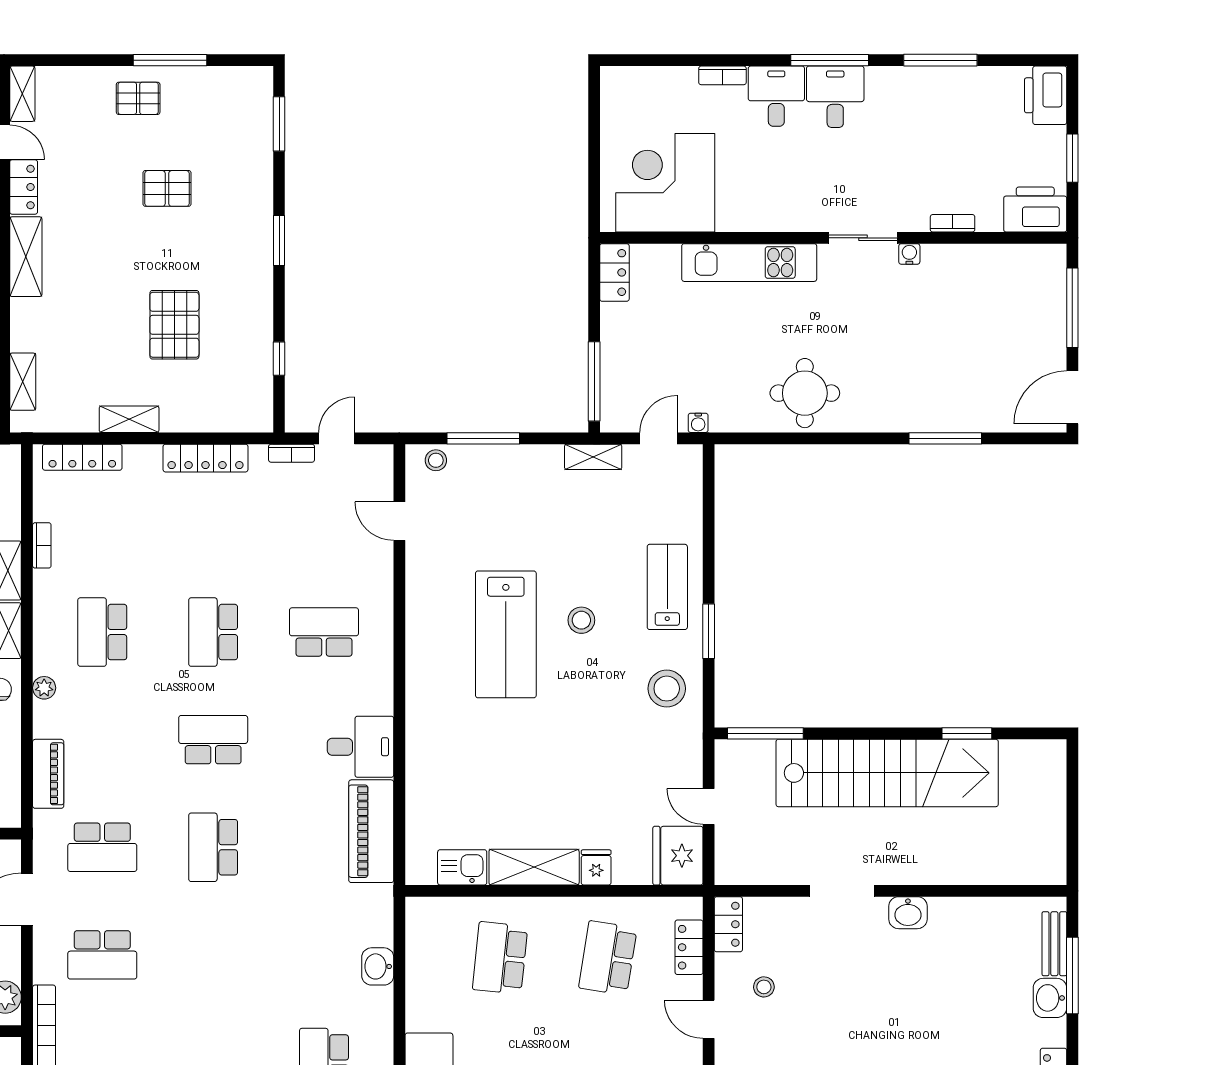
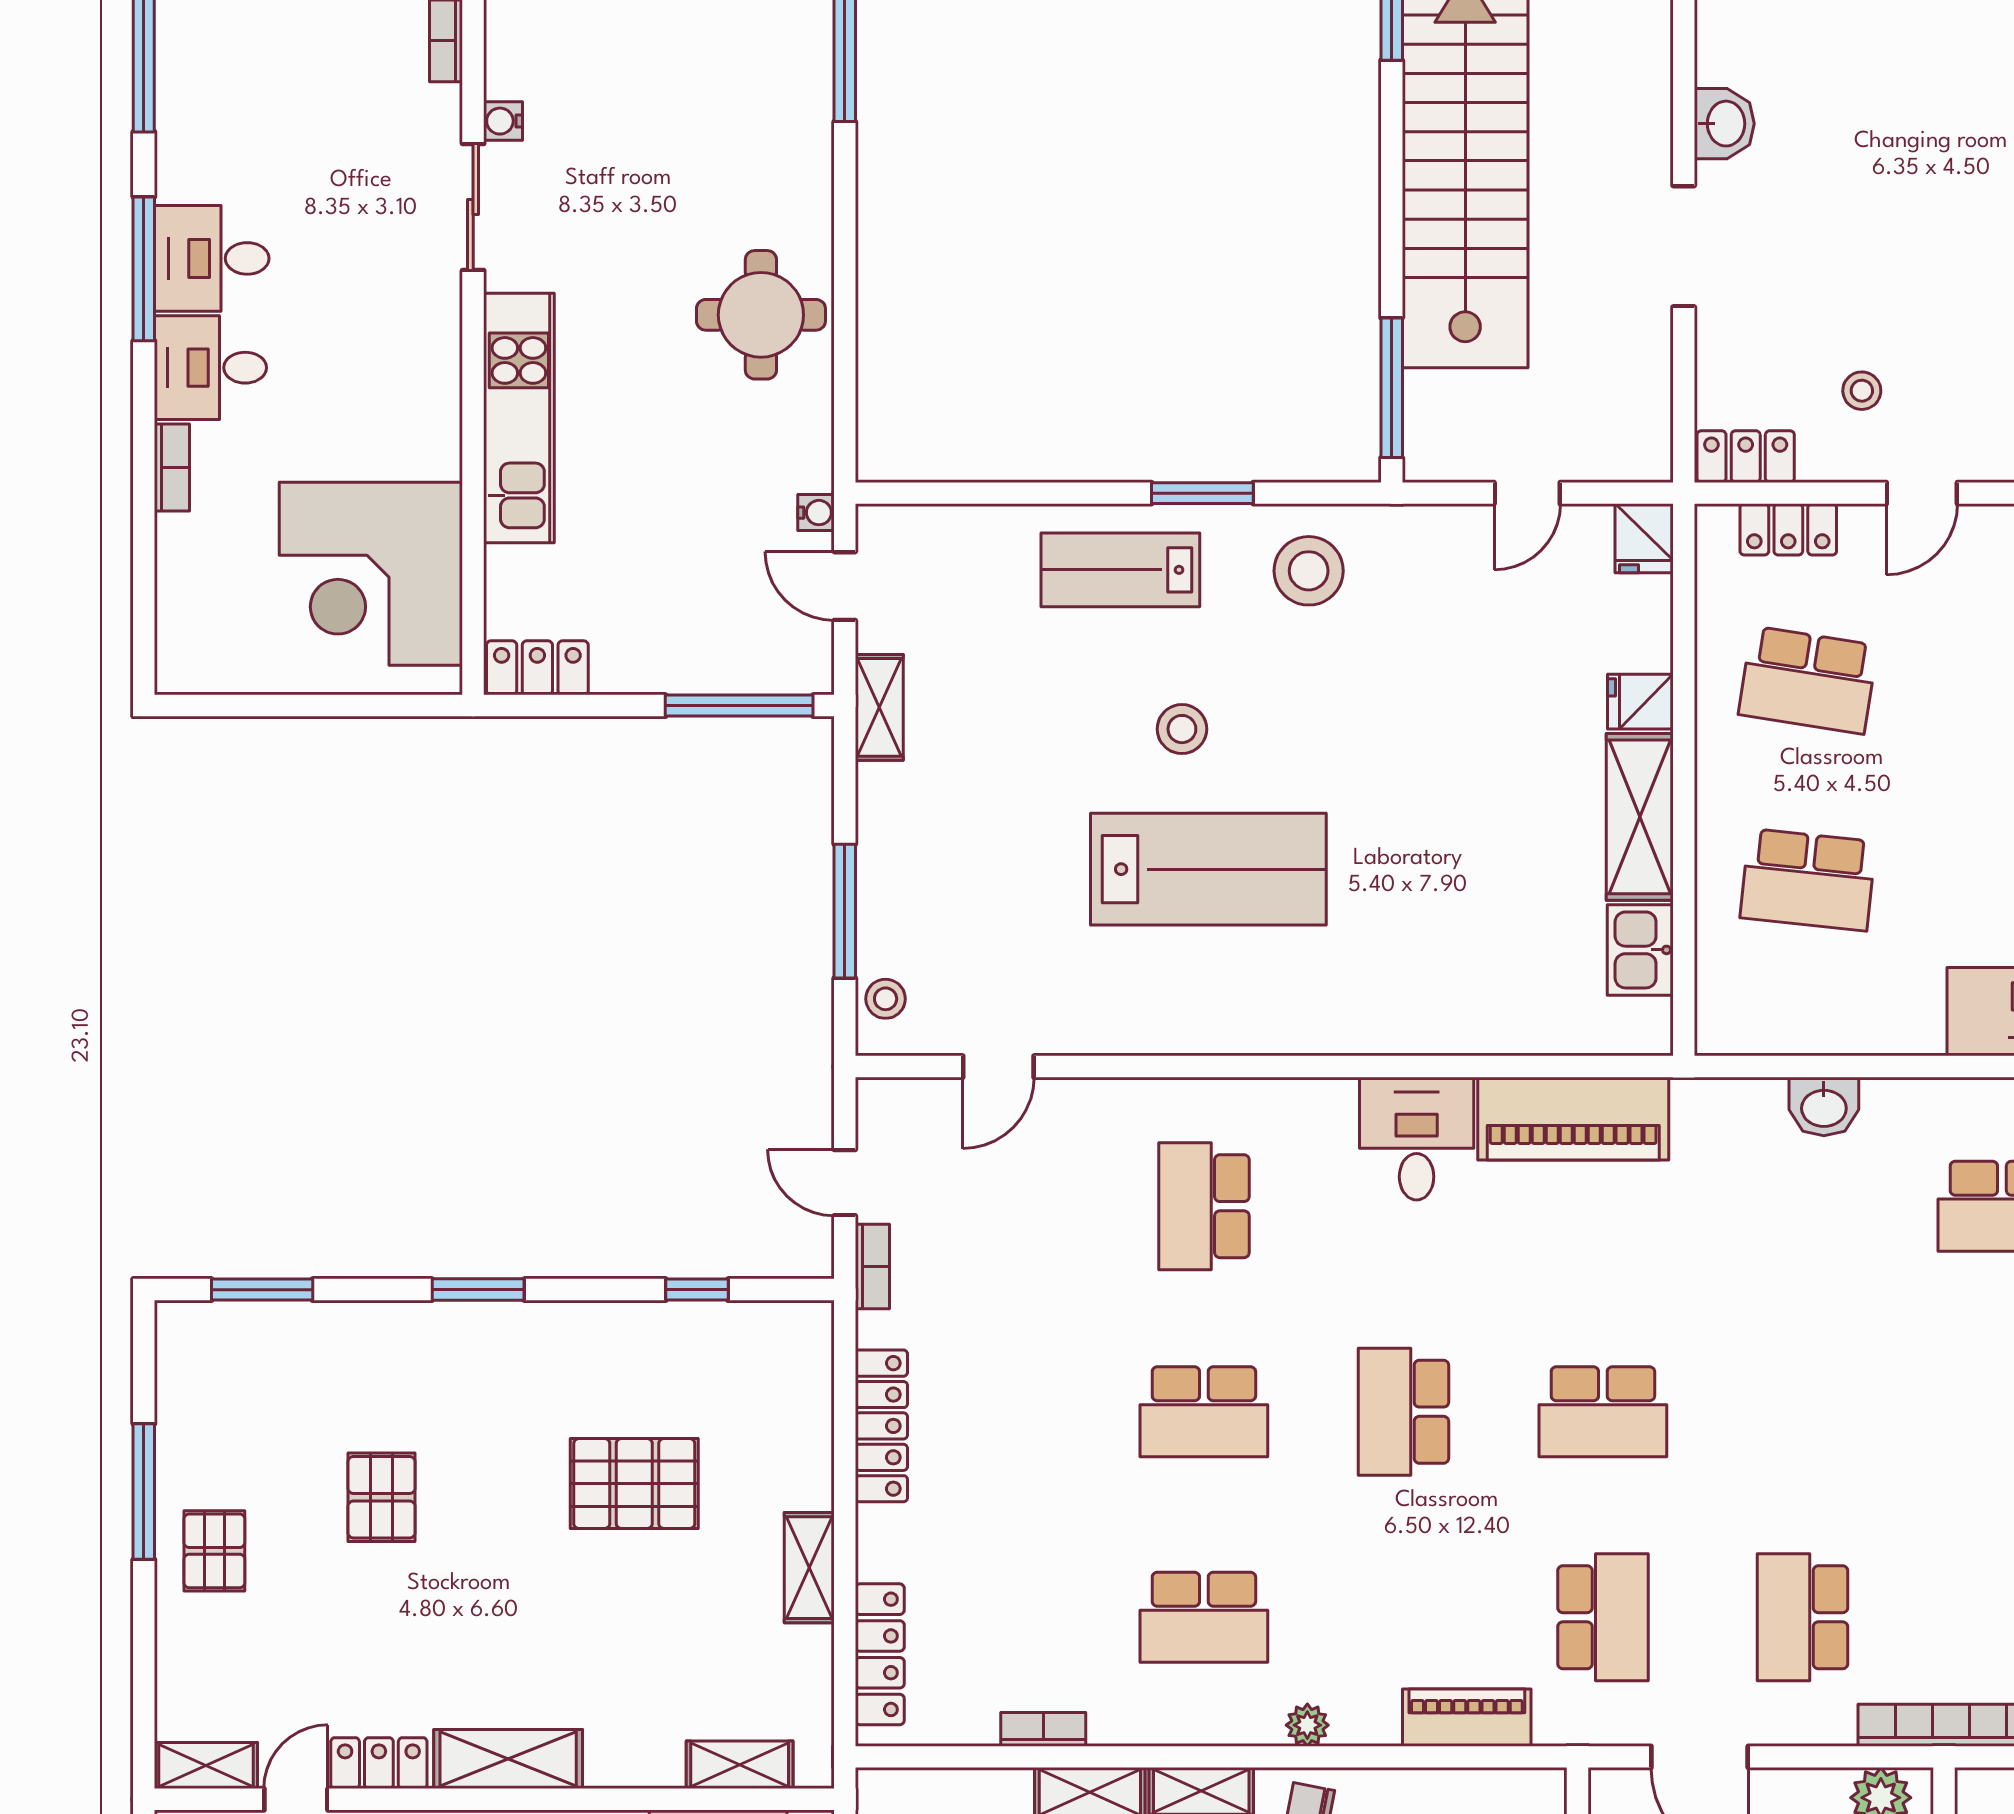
fridge: (678, 856) -> (1644, 538), width x0.53, depth x0.75
school desk: (102, 955) -> (1802, 1617), turned 180

